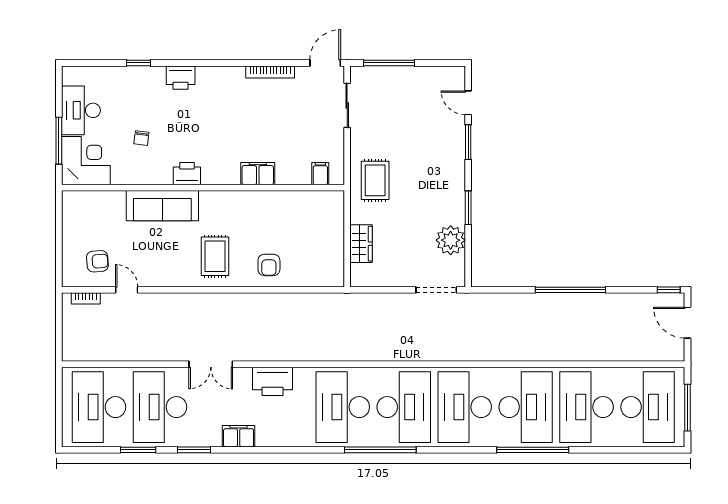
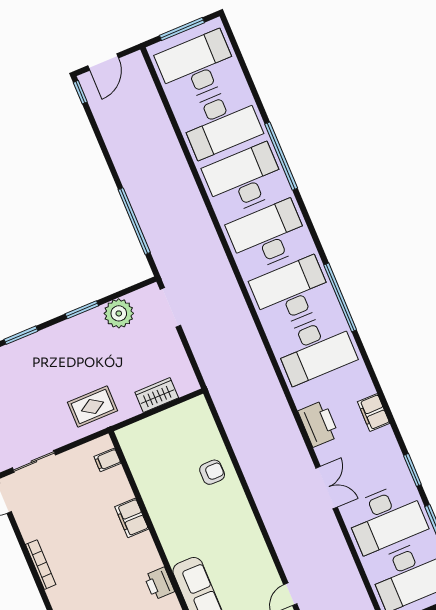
bookcase: (270, 72) -> (41, 565), moved
rug: (215, 256) -> (225, 526), removed
window: (570, 290) -> (134, 221), moved
desk: (465, 407) -> (268, 236), turned 180
filing cabinet: (239, 436) -> (374, 413), moved

